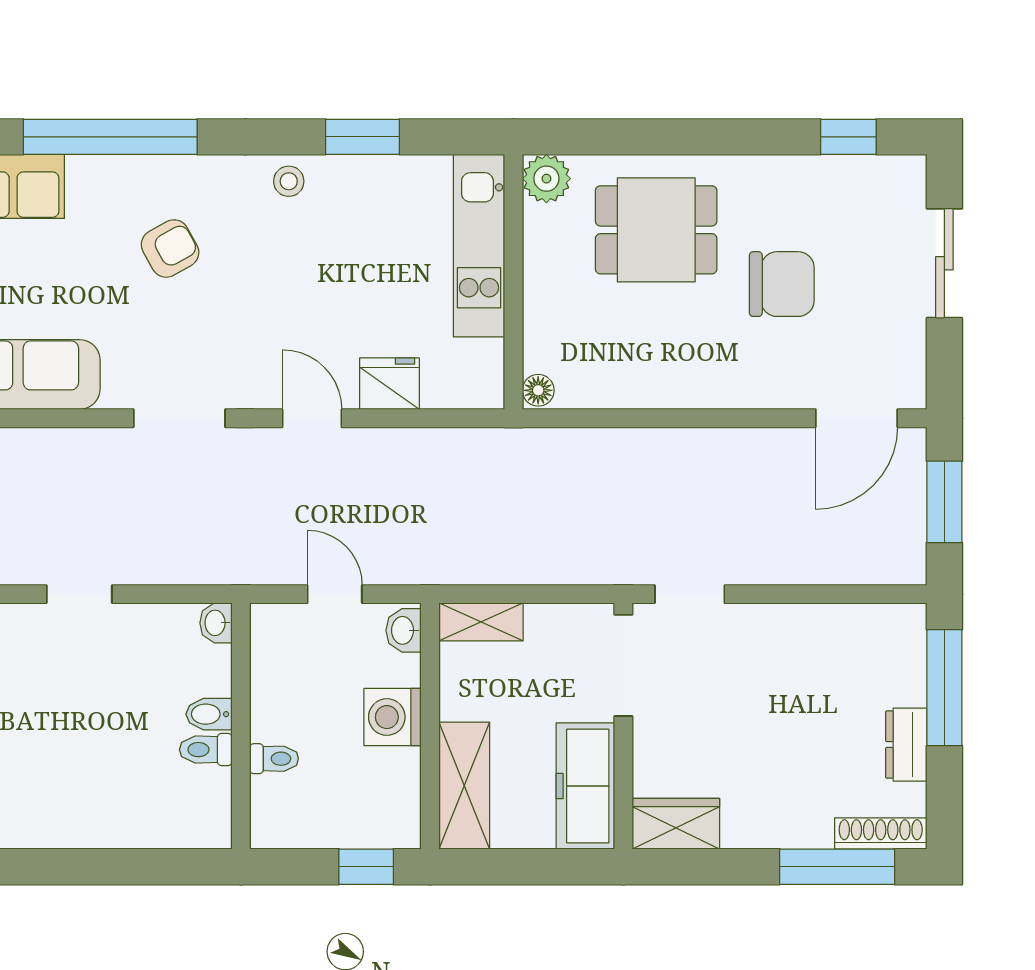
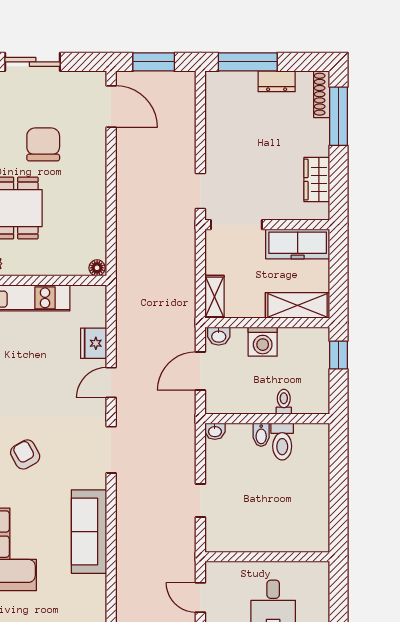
door: (335, 594) -> (200, 371), width x1.38
toilet: (206, 750) -> (282, 441), width x1.37, depth x1.39
wardrobe: (676, 824) -> (317, 180), moved

